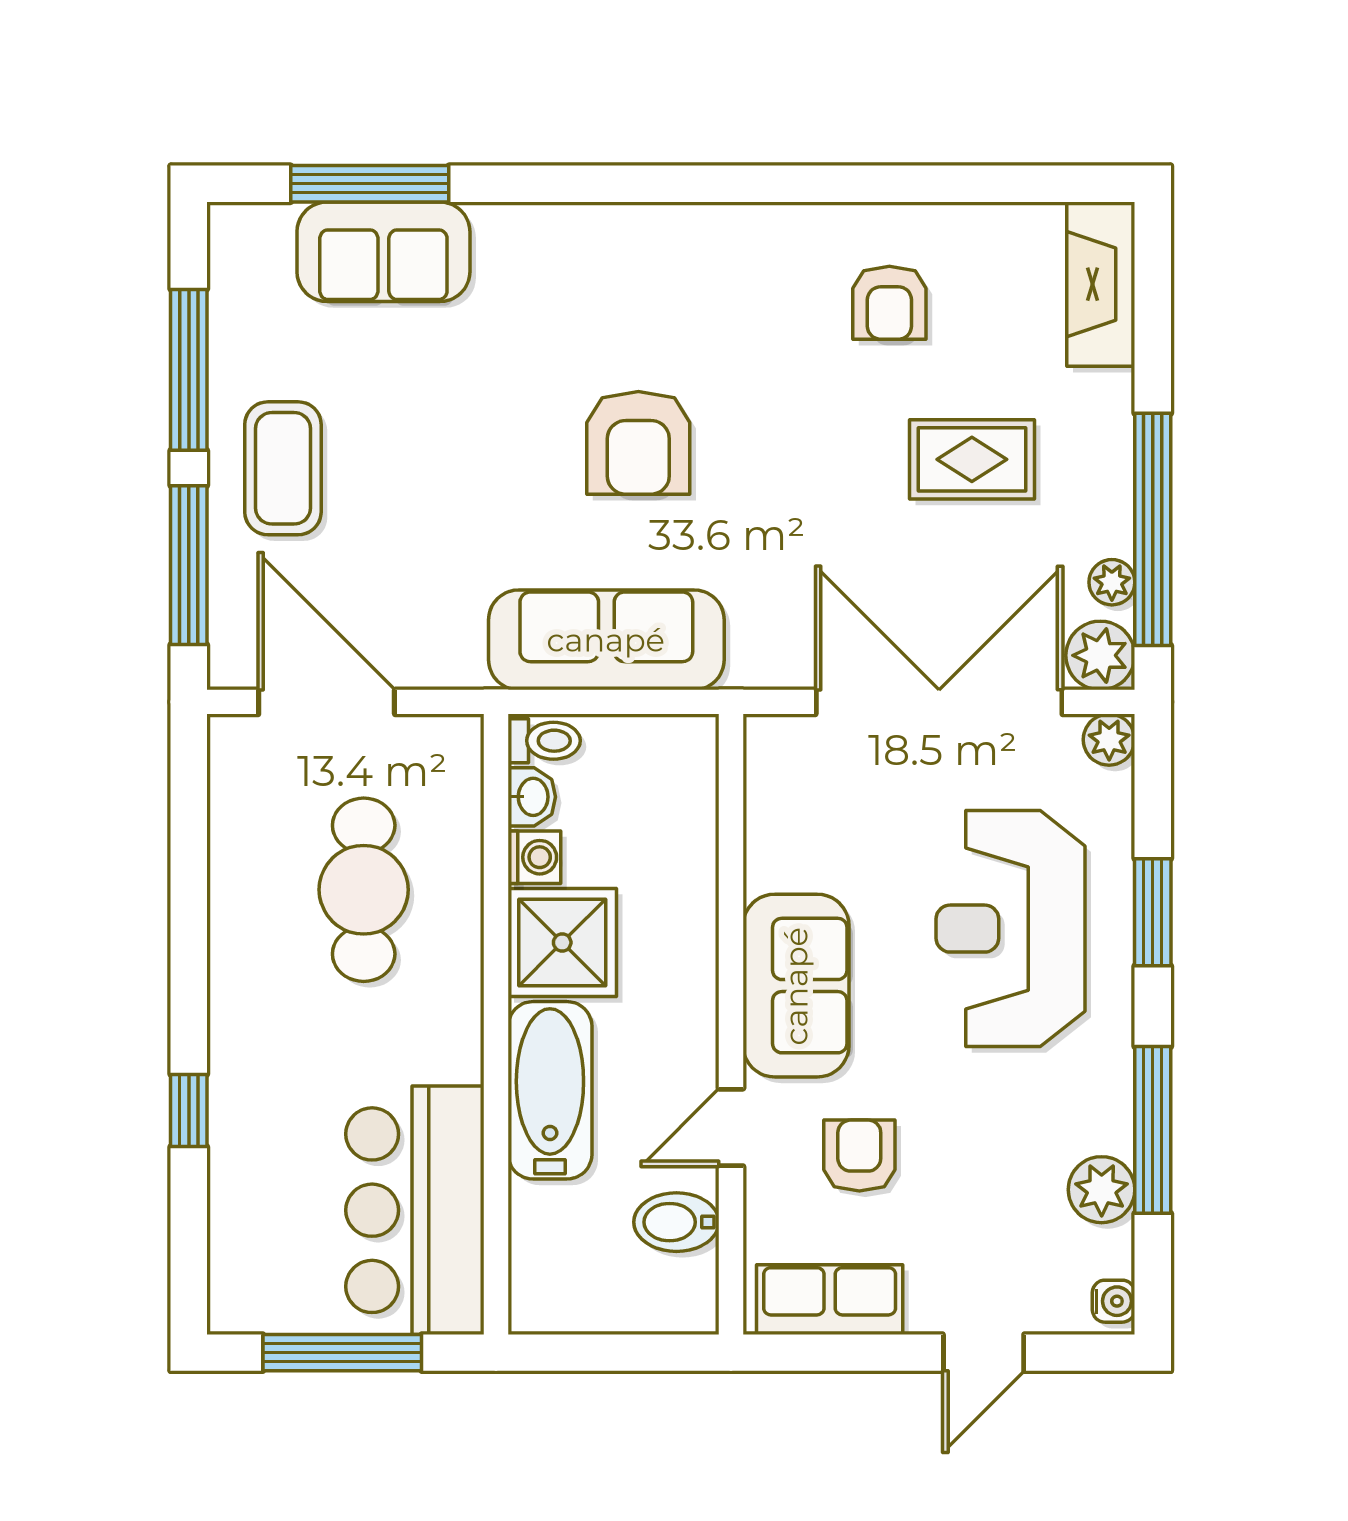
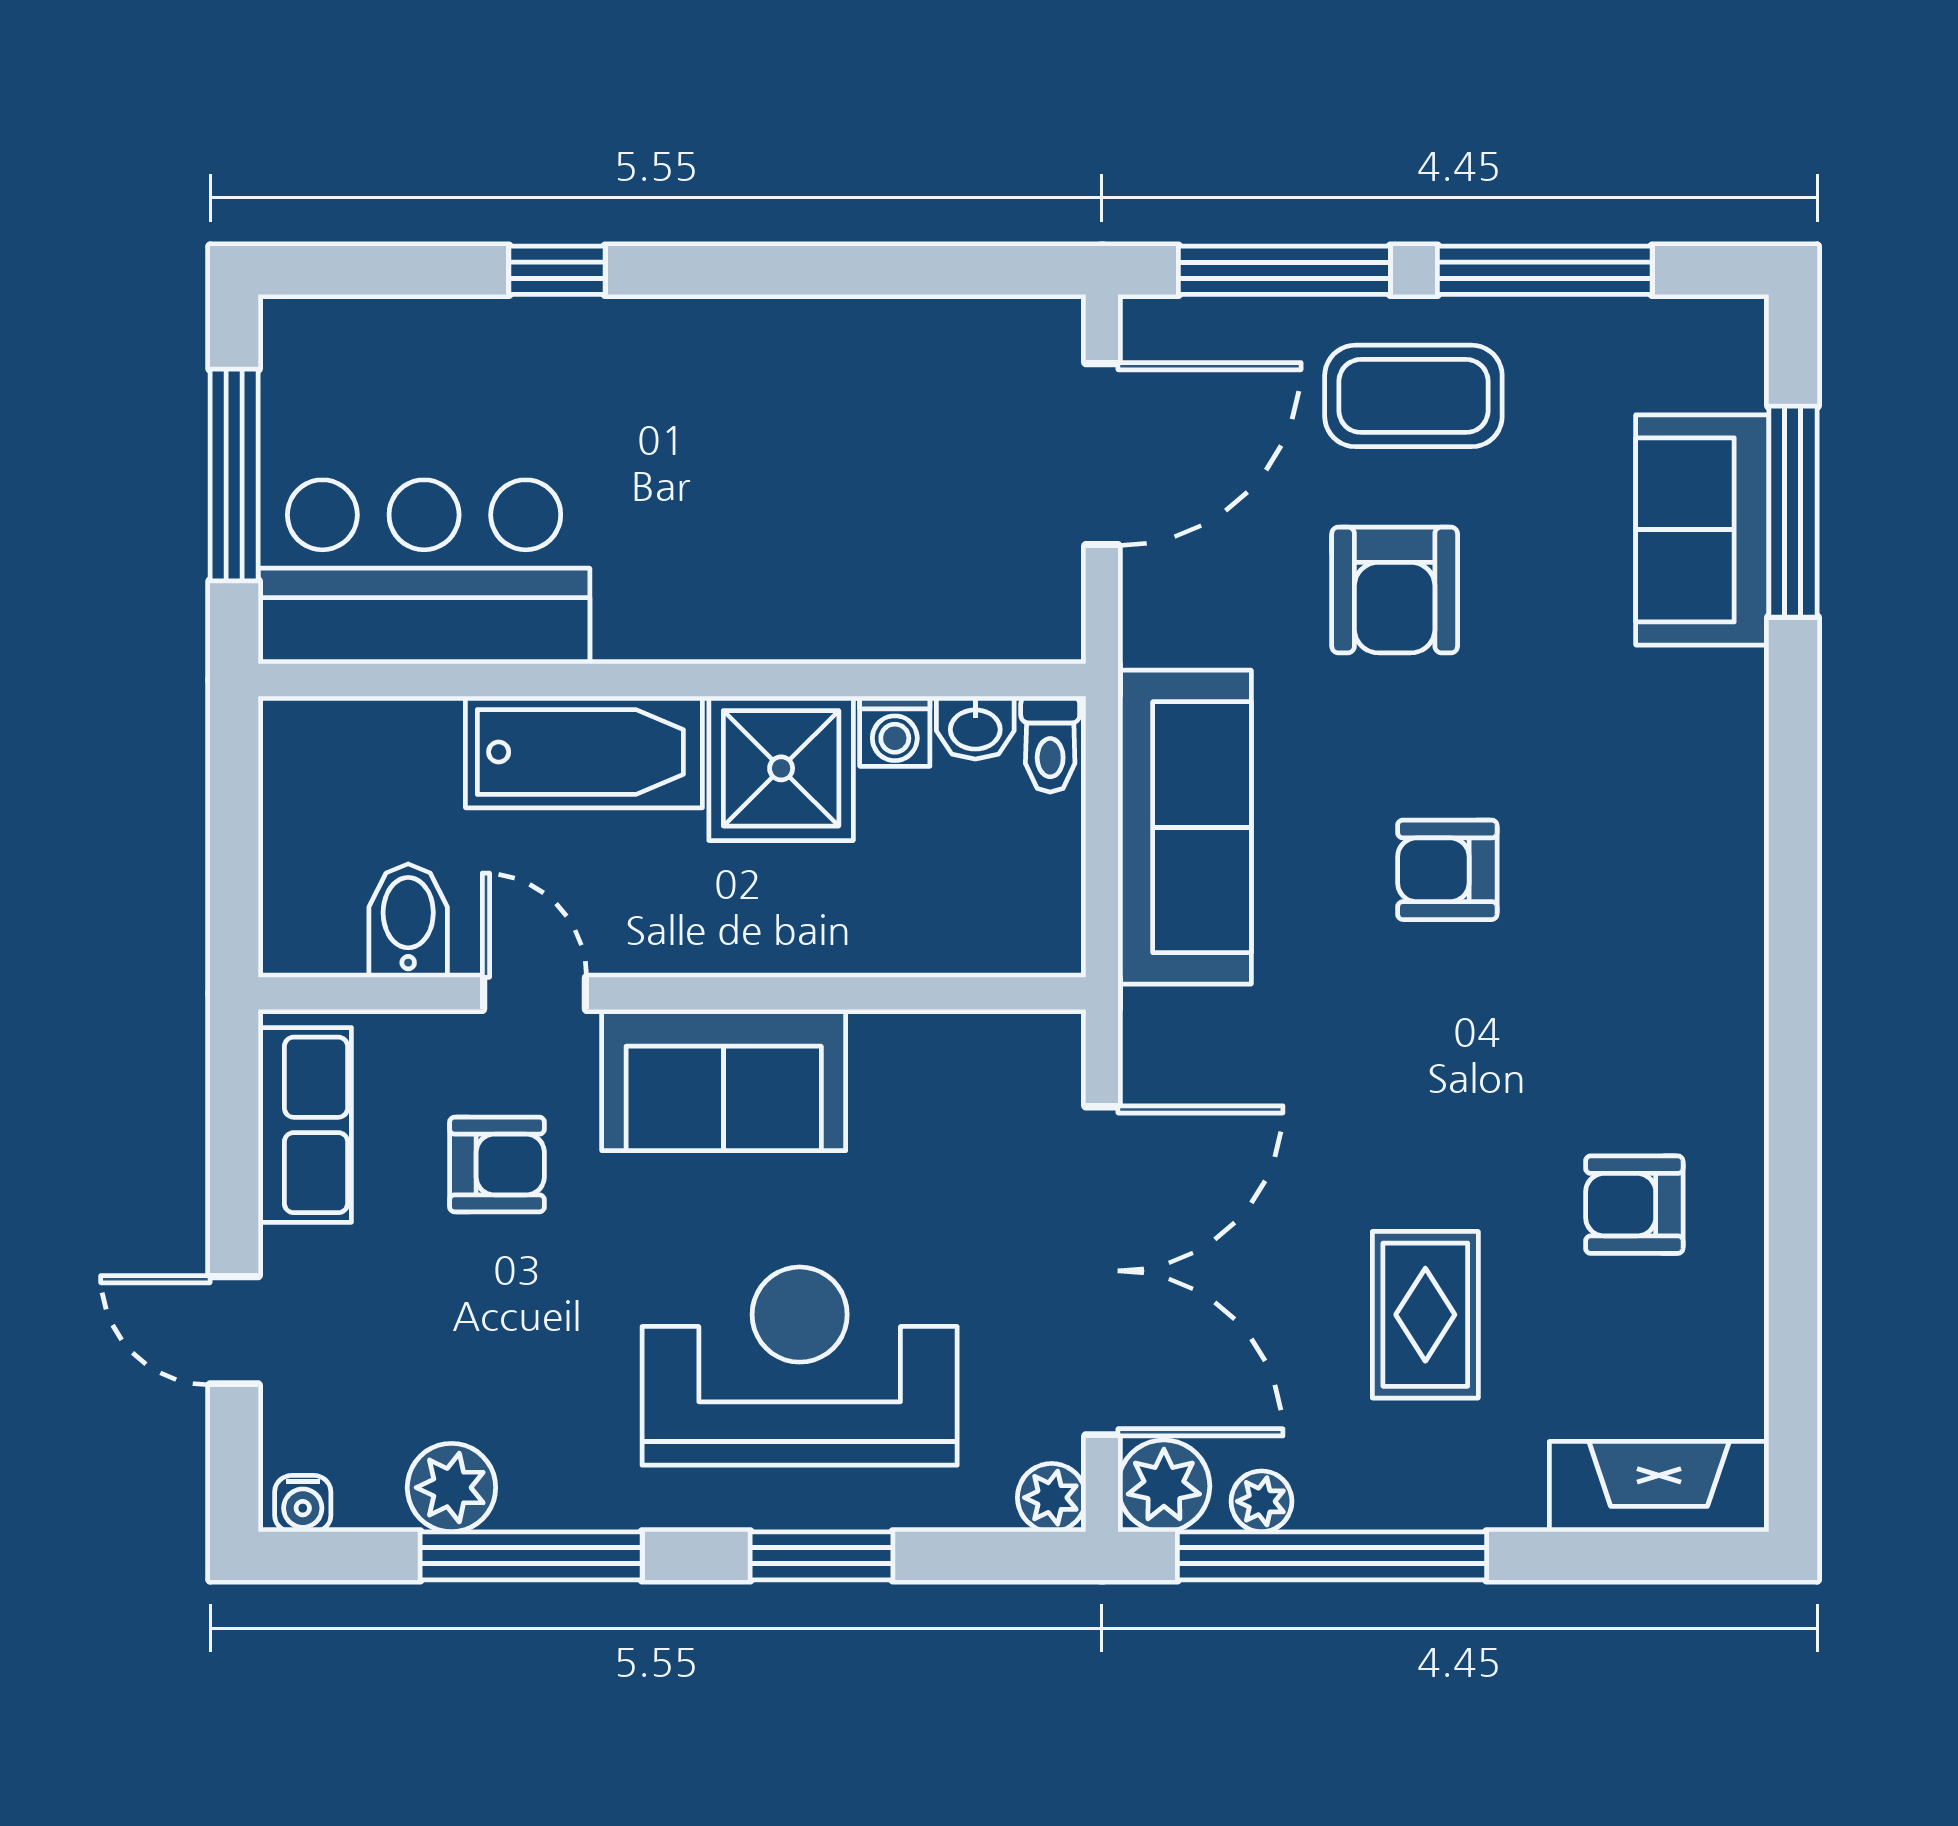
armchair: (638, 443) -> (1447, 870), width x0.72, depth x0.72
armchair: (428, 482) -> (1395, 590), added
cafe table: (364, 890) -> (851, 503), removed

